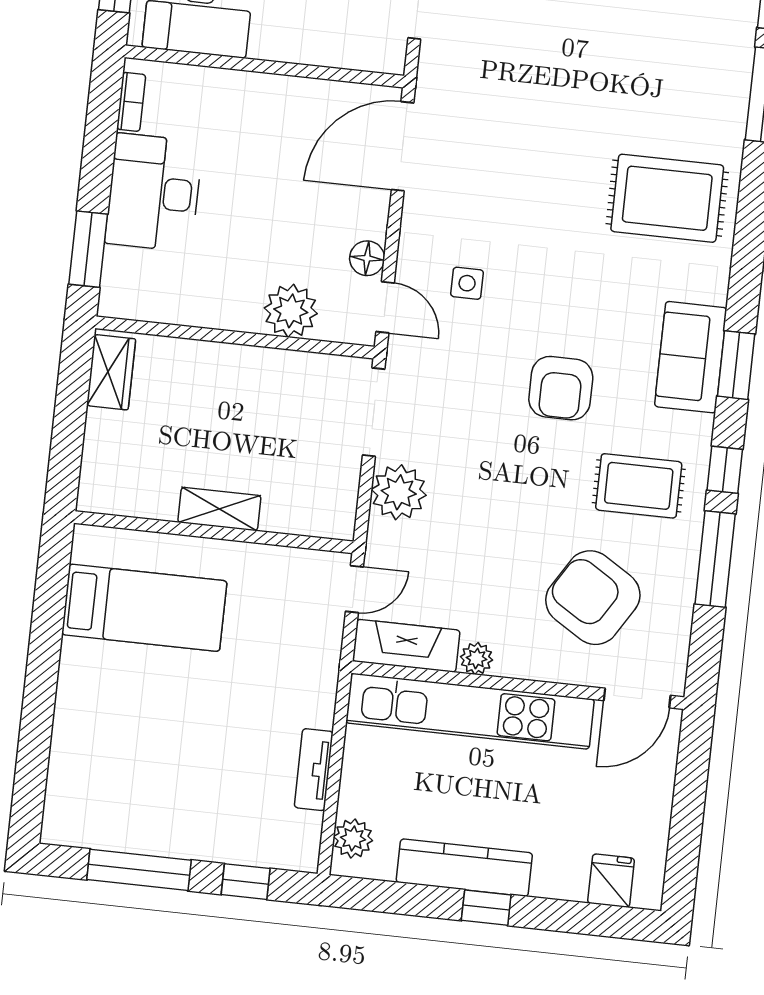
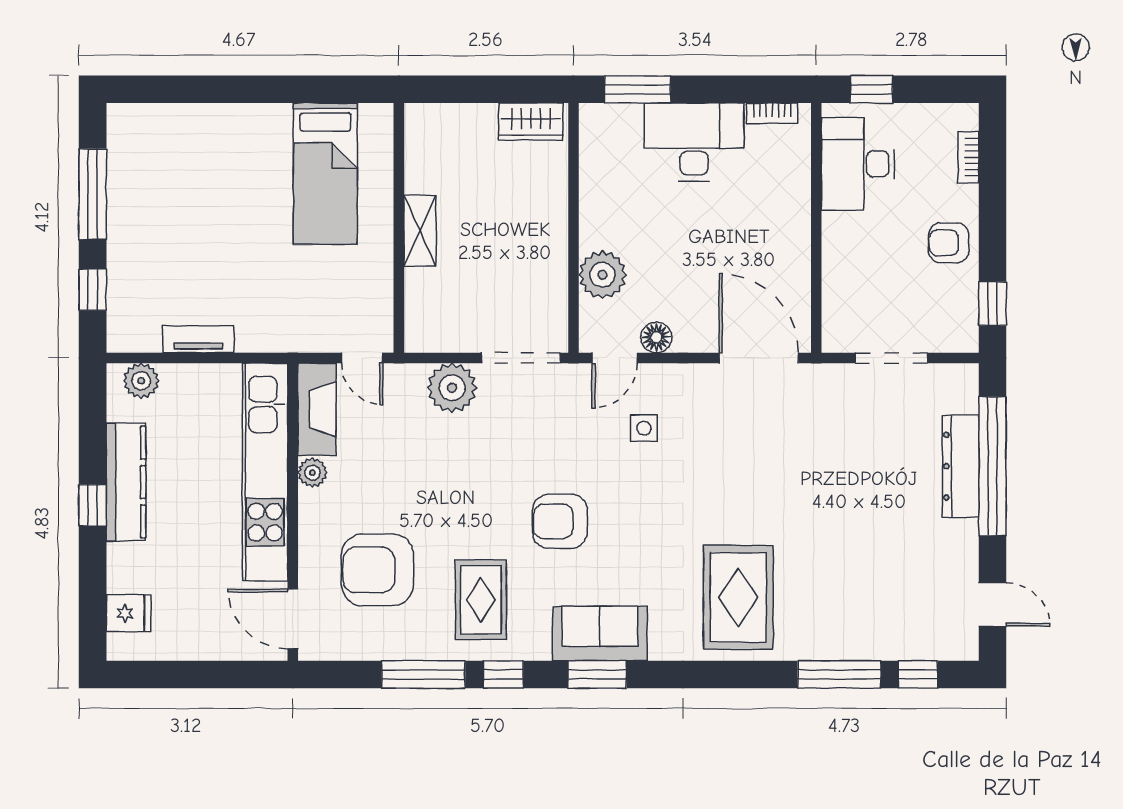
armchair: (593, 598) -> (378, 570), turned -122

